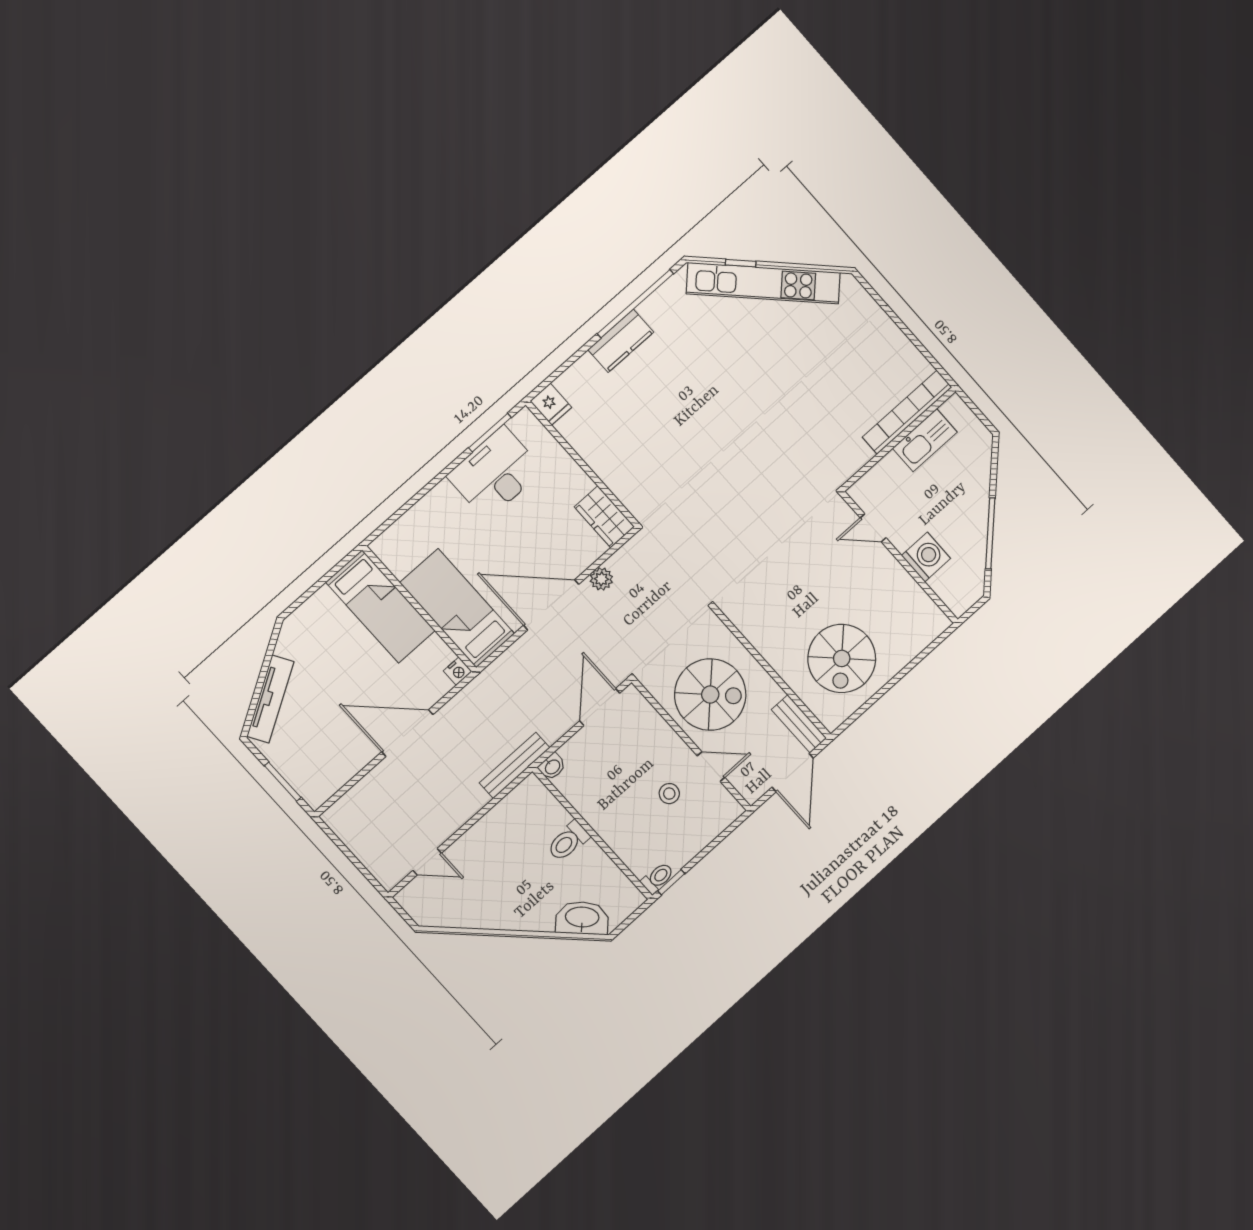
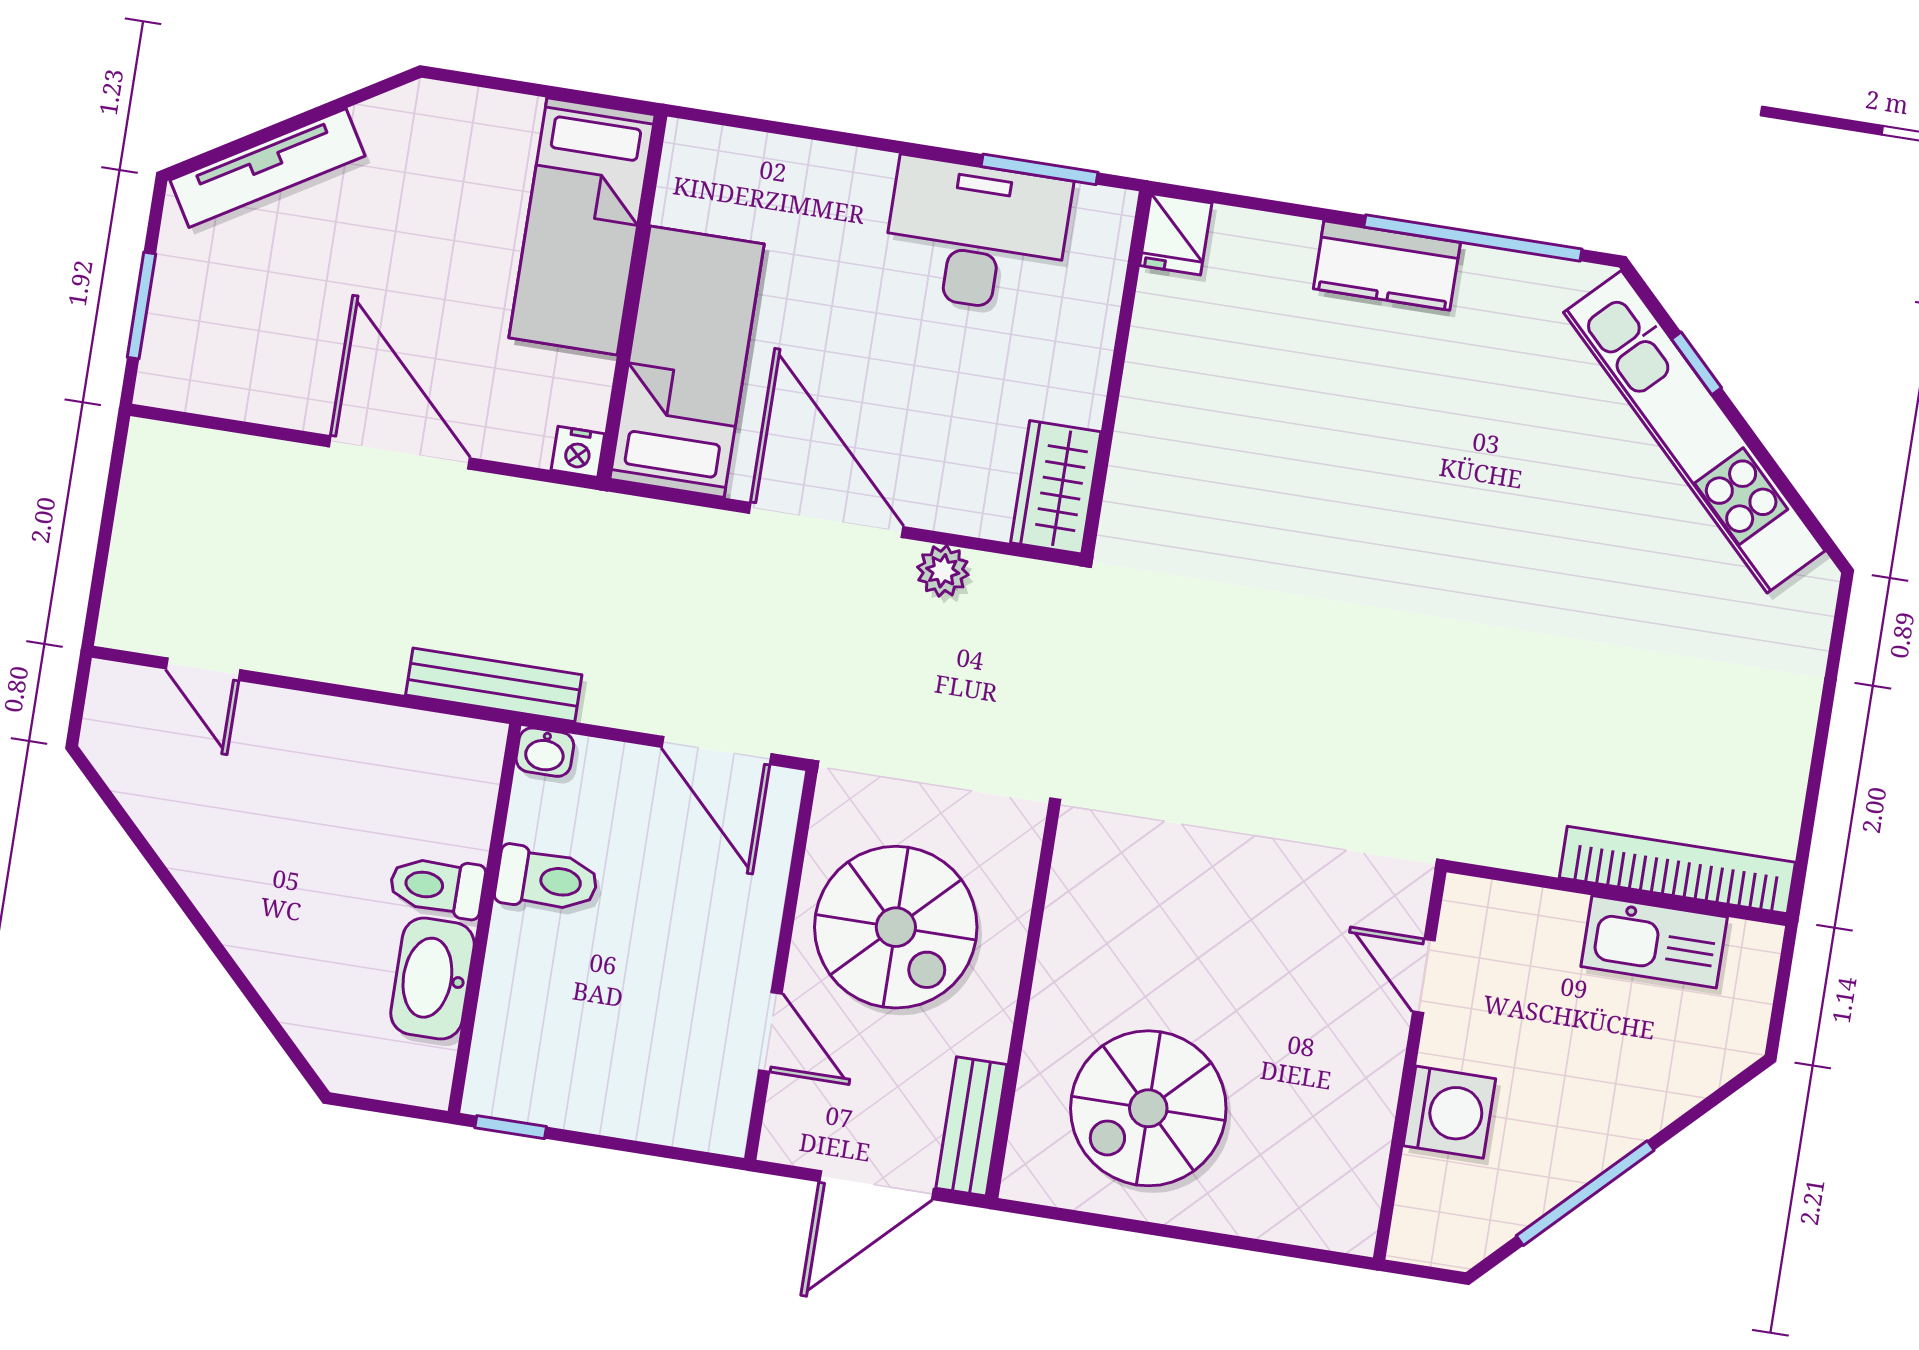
door: (600, 707) -> (716, 751), swing flipped
stool: (669, 794) -> (664, 997), removed
toilet: (658, 878) -> (547, 880), moved, width x1.37, depth x1.39
washbasin: (582, 918) -> (432, 978), moved, turned -135

